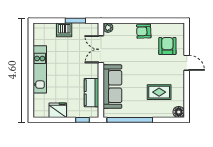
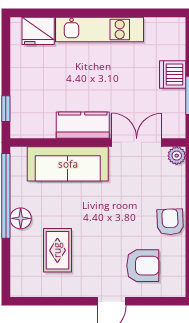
kitchen counter: (91, 93) -> (83, 125), moved
fridge: (58, 110) -> (38, 31), moved, turned 90
floor lamp: (179, 112) -> (21, 218), moved

